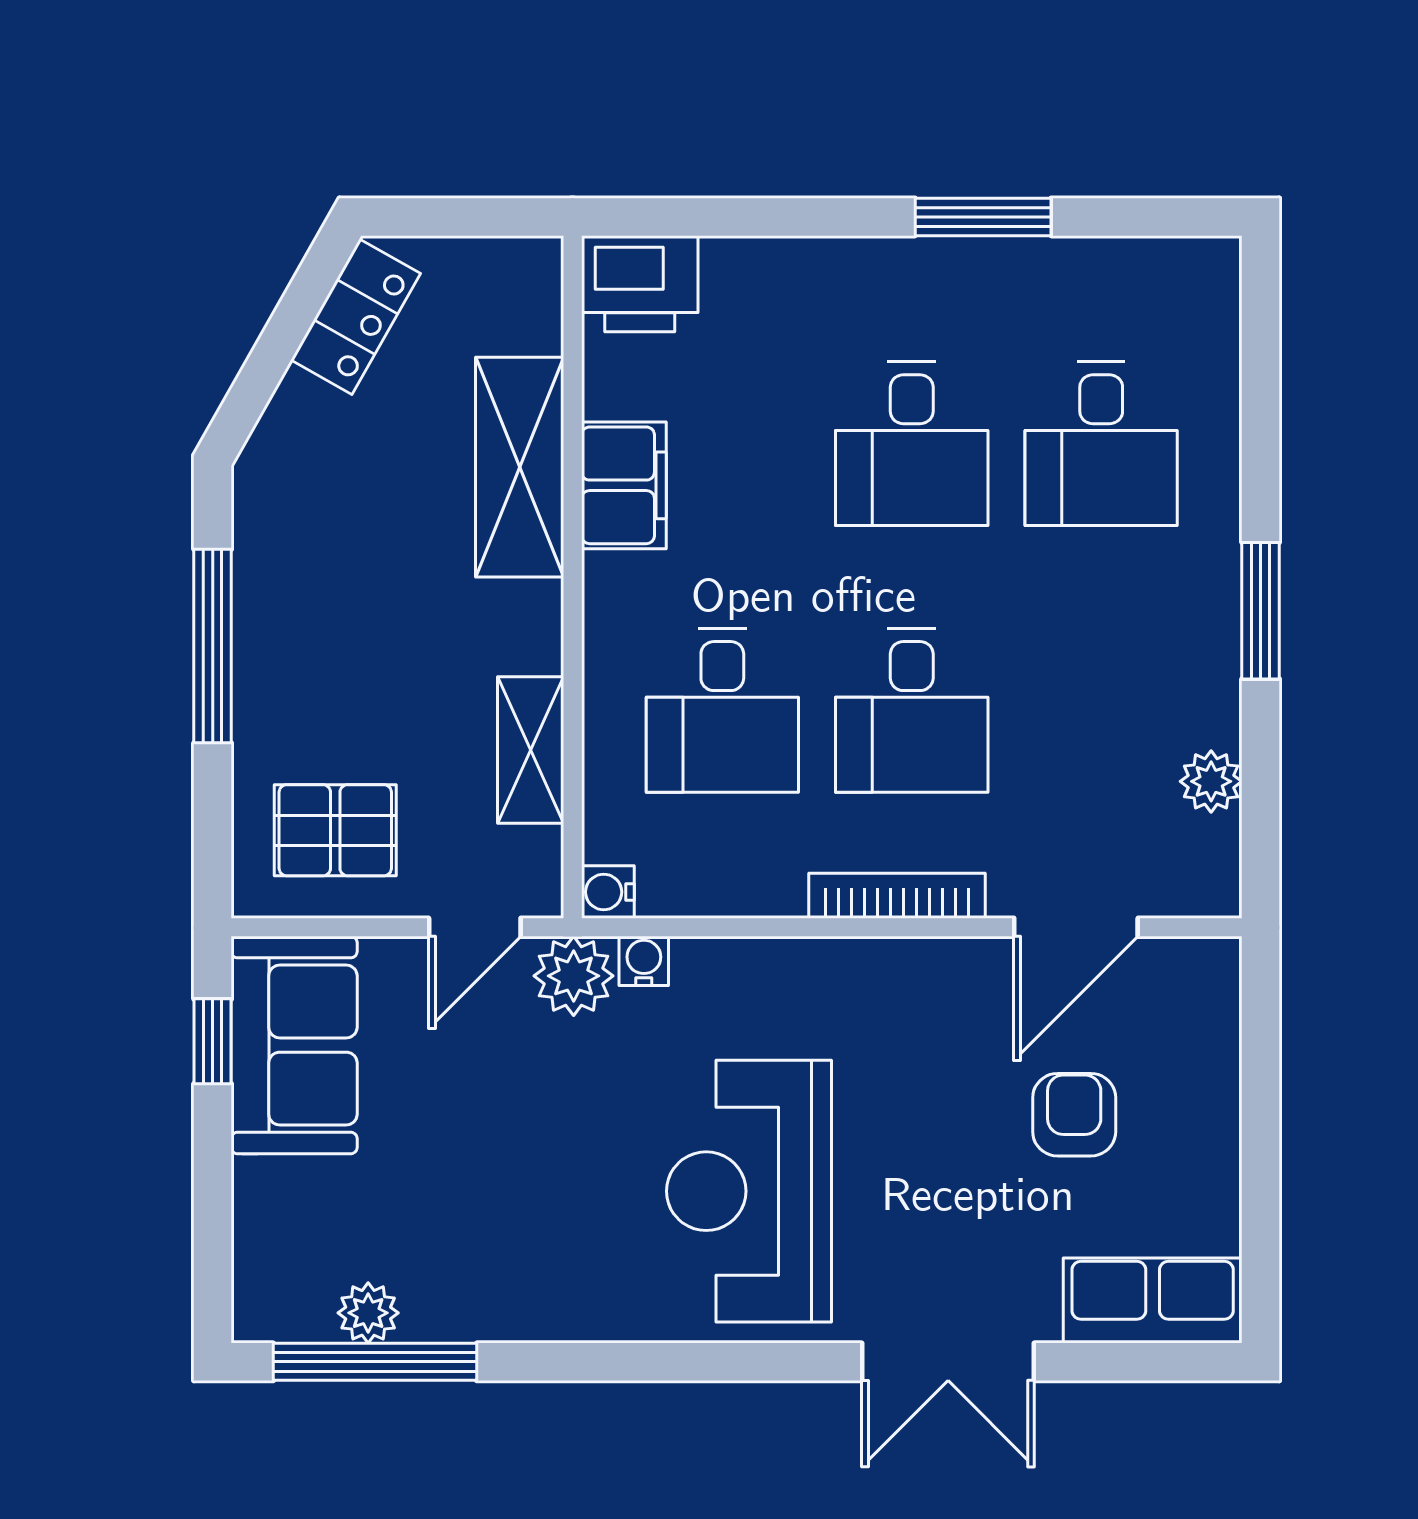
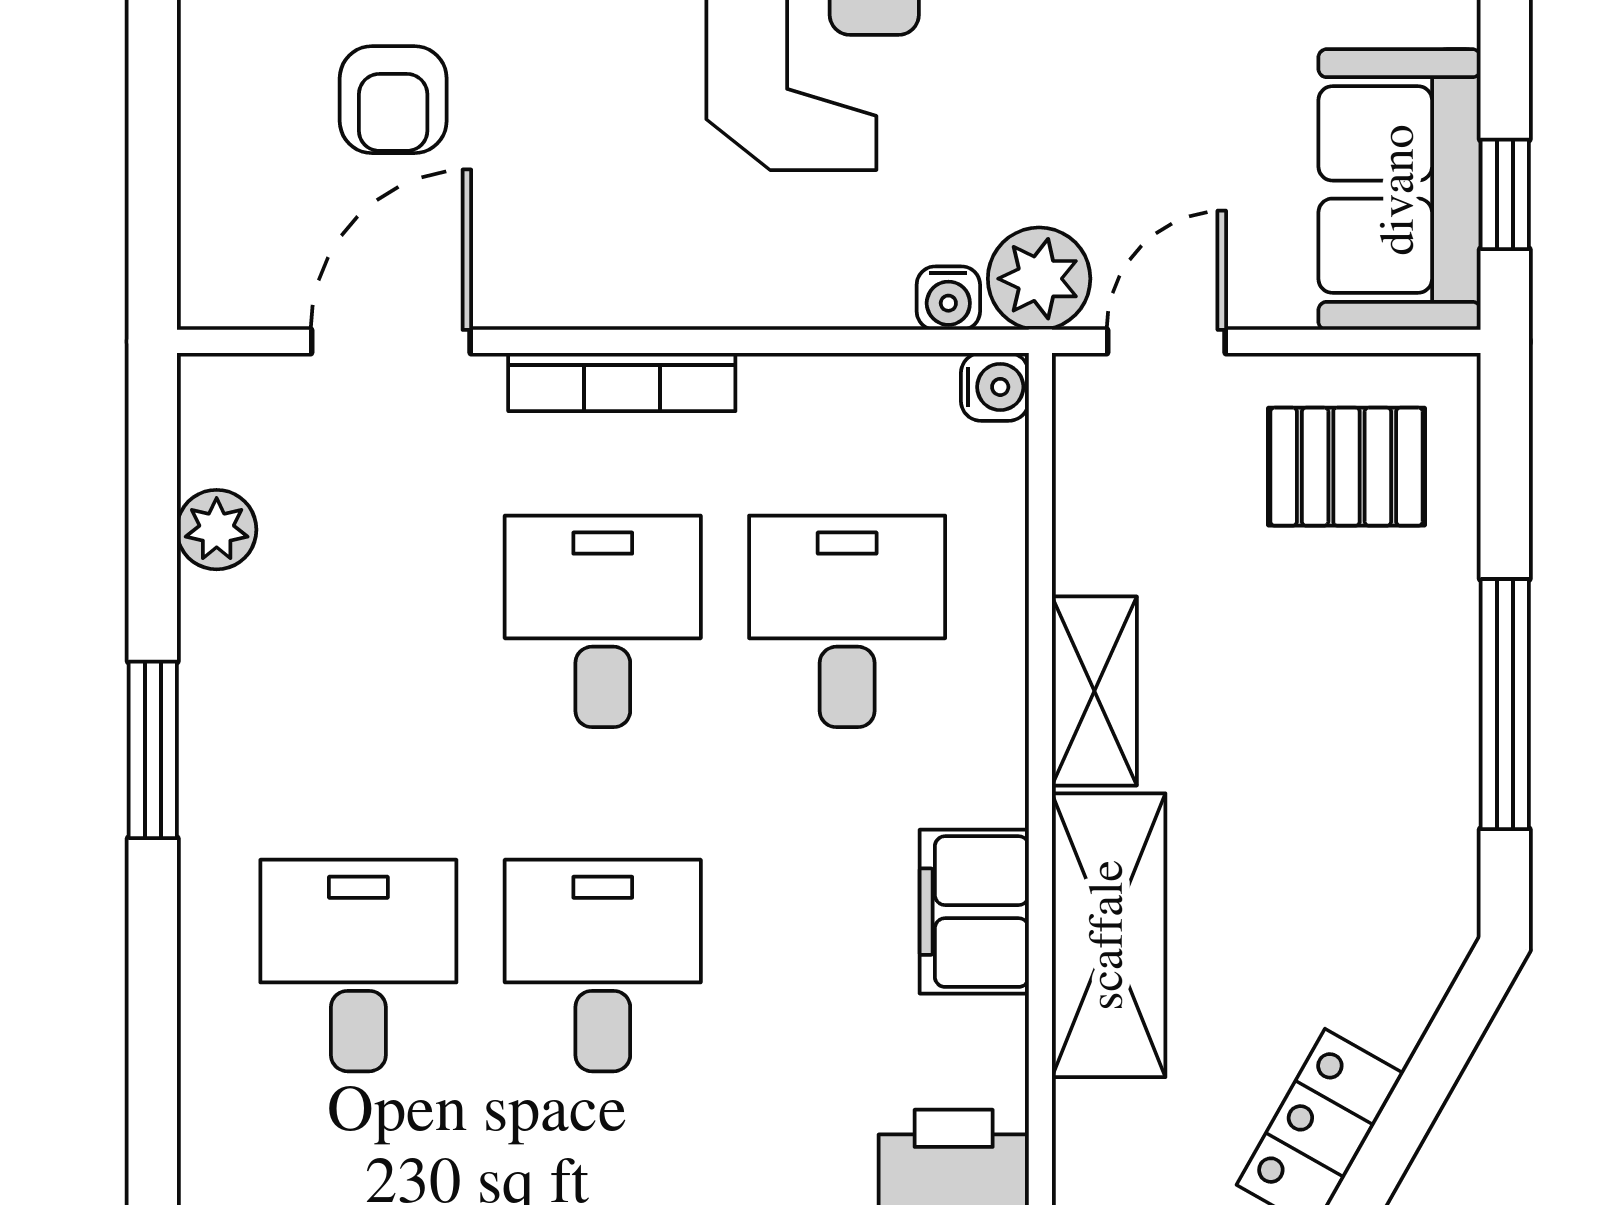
shelving: (531, 750) -> (1094, 691), moved

